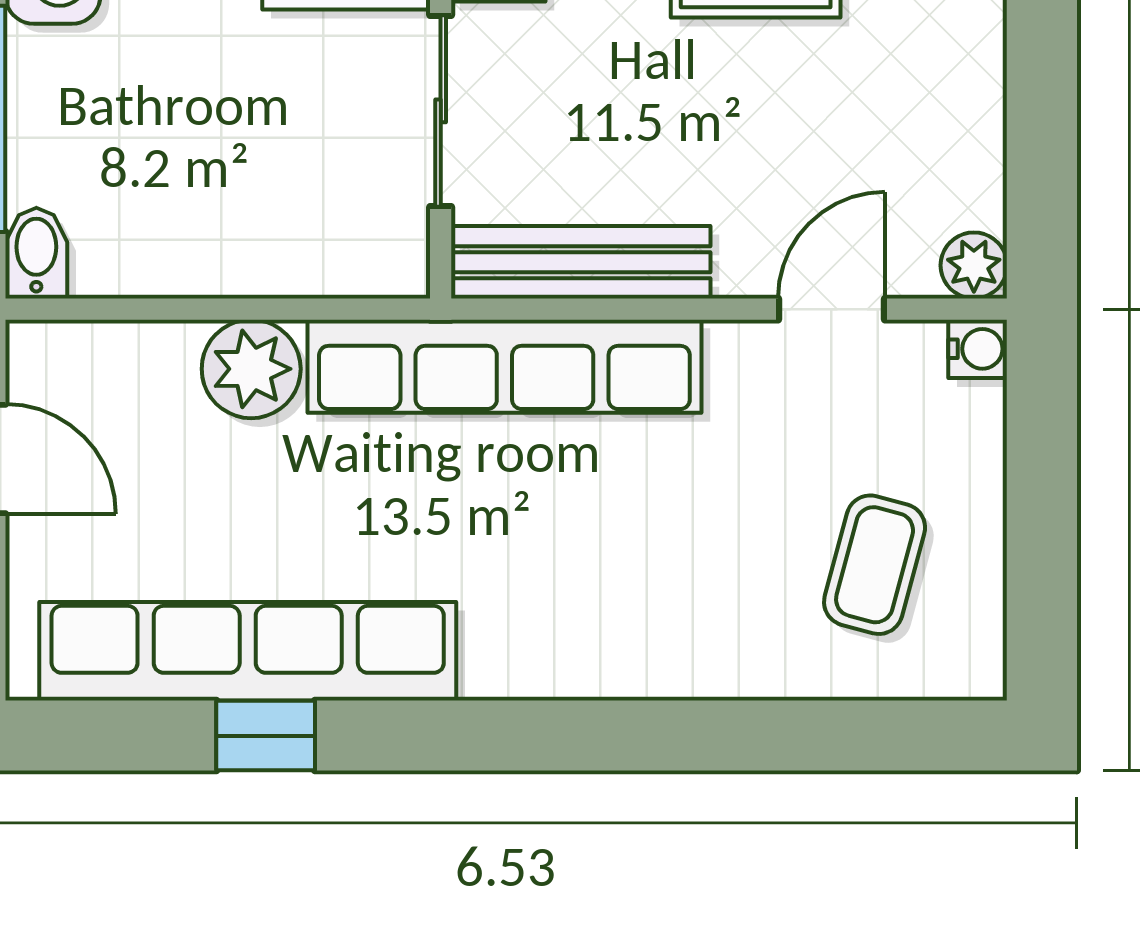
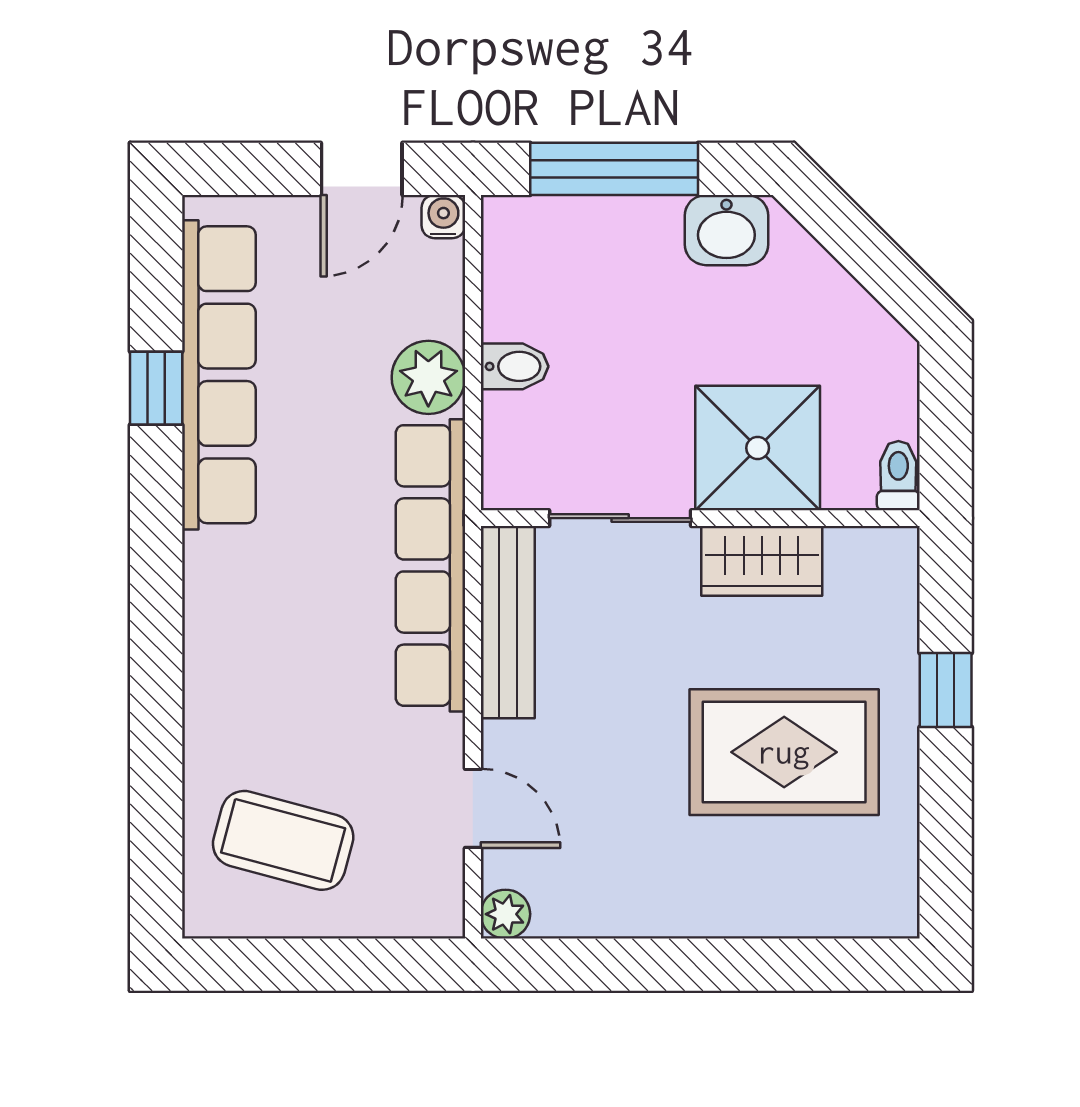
bidet: (36, 253) -> (515, 366), moved
water cooler: (978, 349) -> (443, 217), moved, turned 180
coffee table: (875, 565) -> (283, 840), width x1.36, depth x1.30

